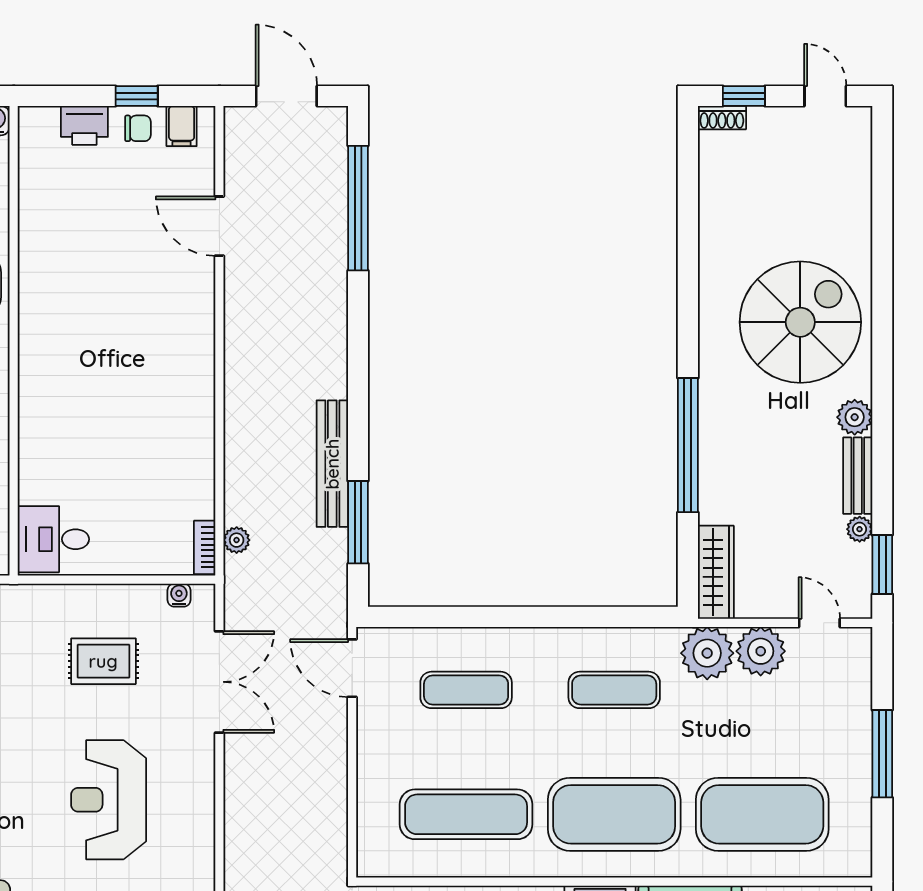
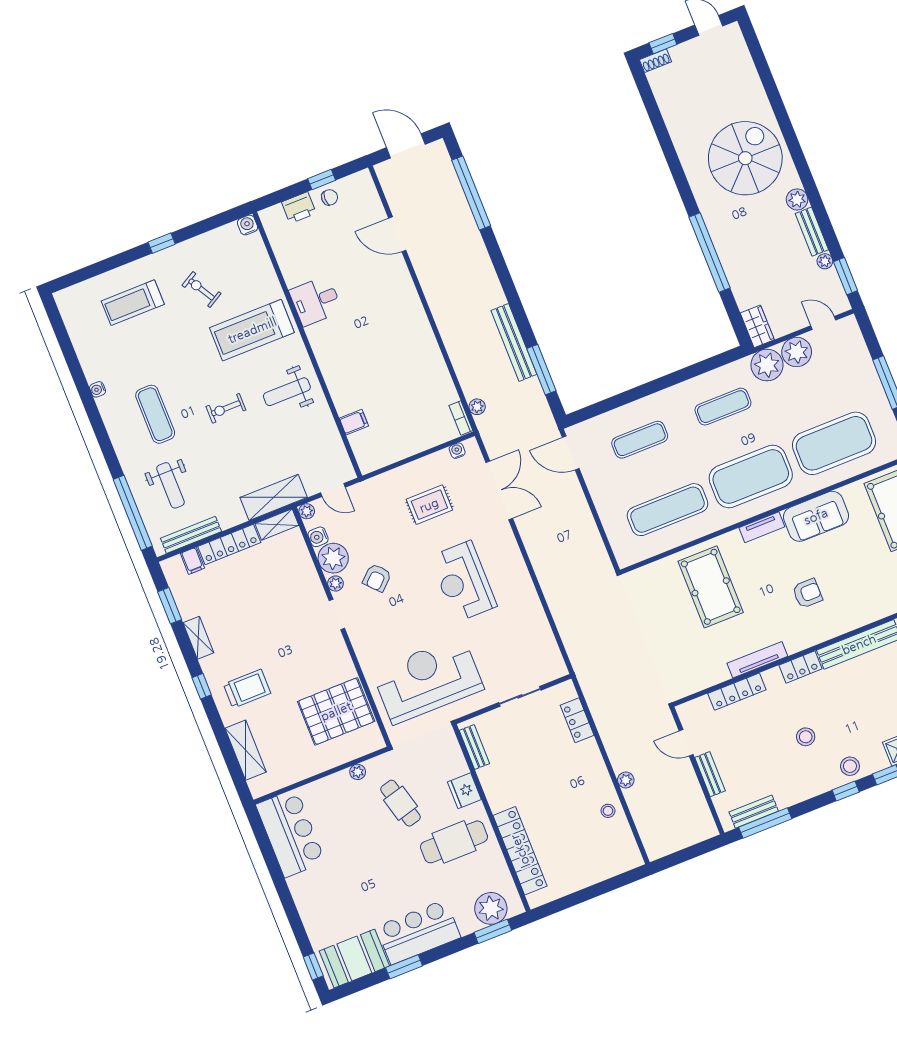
filing cabinet: (182, 126) -> (354, 422), moved, turned -90
desk: (53, 539) -> (316, 301), moved
wardrobe: (716, 572) -> (757, 326), width x0.67

